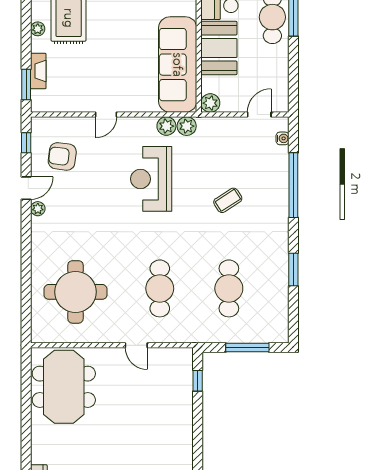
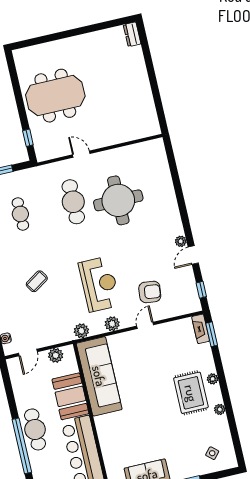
fireplace: (38, 71) -> (201, 329), moved
plant: (210, 103) -> (56, 355), moved
plant: (166, 126) -> (112, 324), moved
armchair: (62, 156) -> (150, 292), moved
cafe table: (229, 288) -> (20, 214), width x0.73, depth x0.74
round table: (76, 292) -> (118, 200), moved
meeting table: (64, 387) -> (55, 96), moved, turned 90

